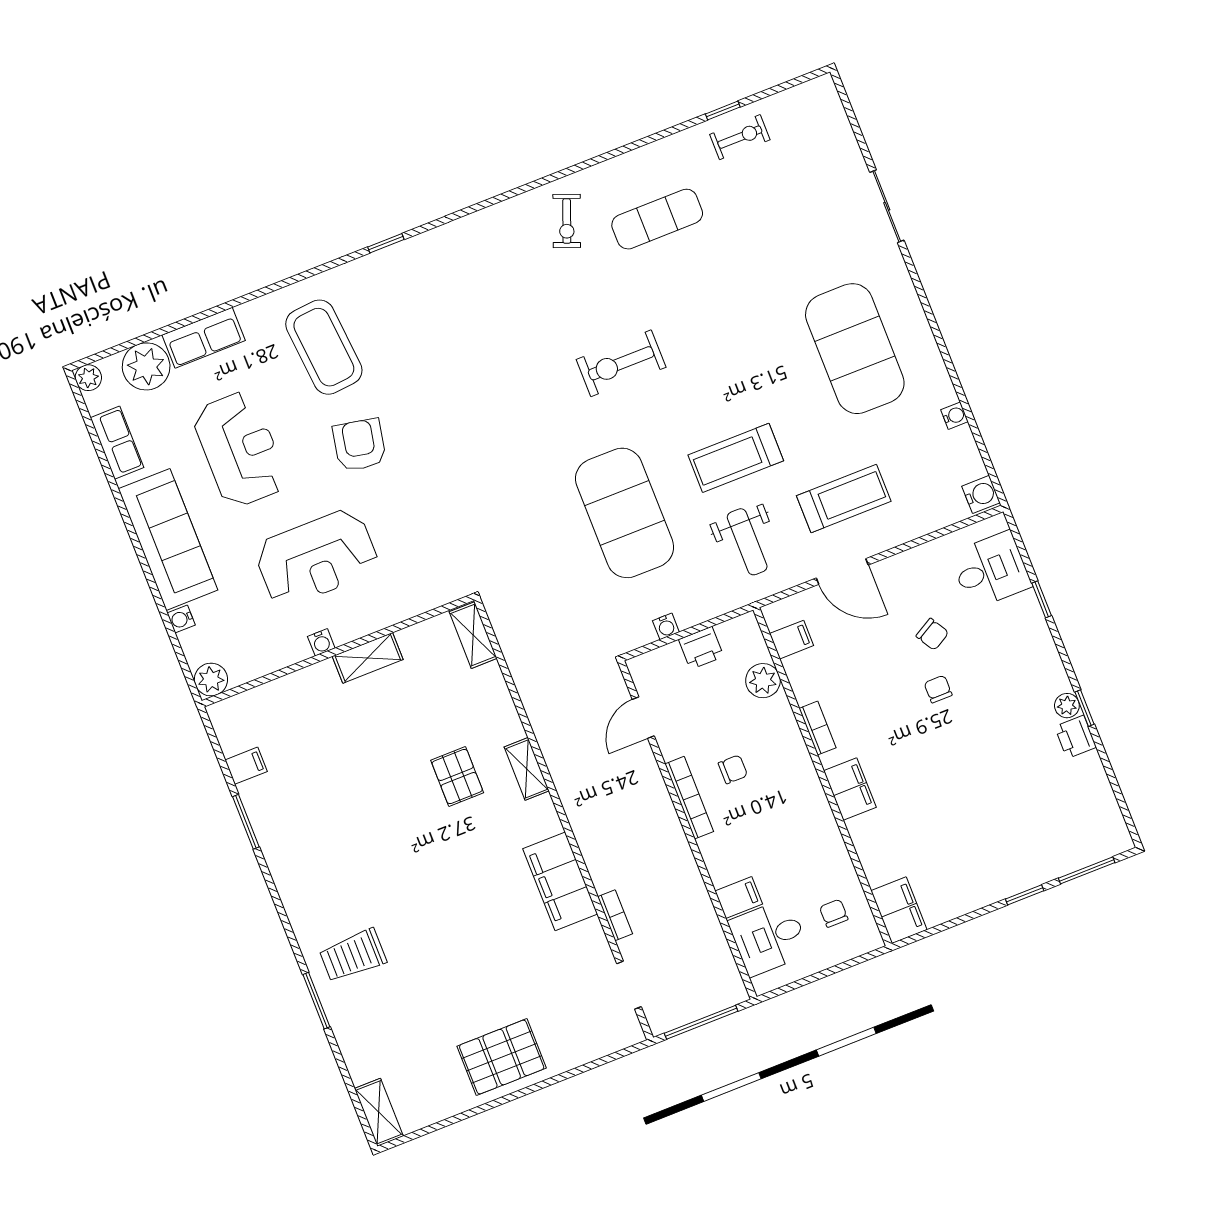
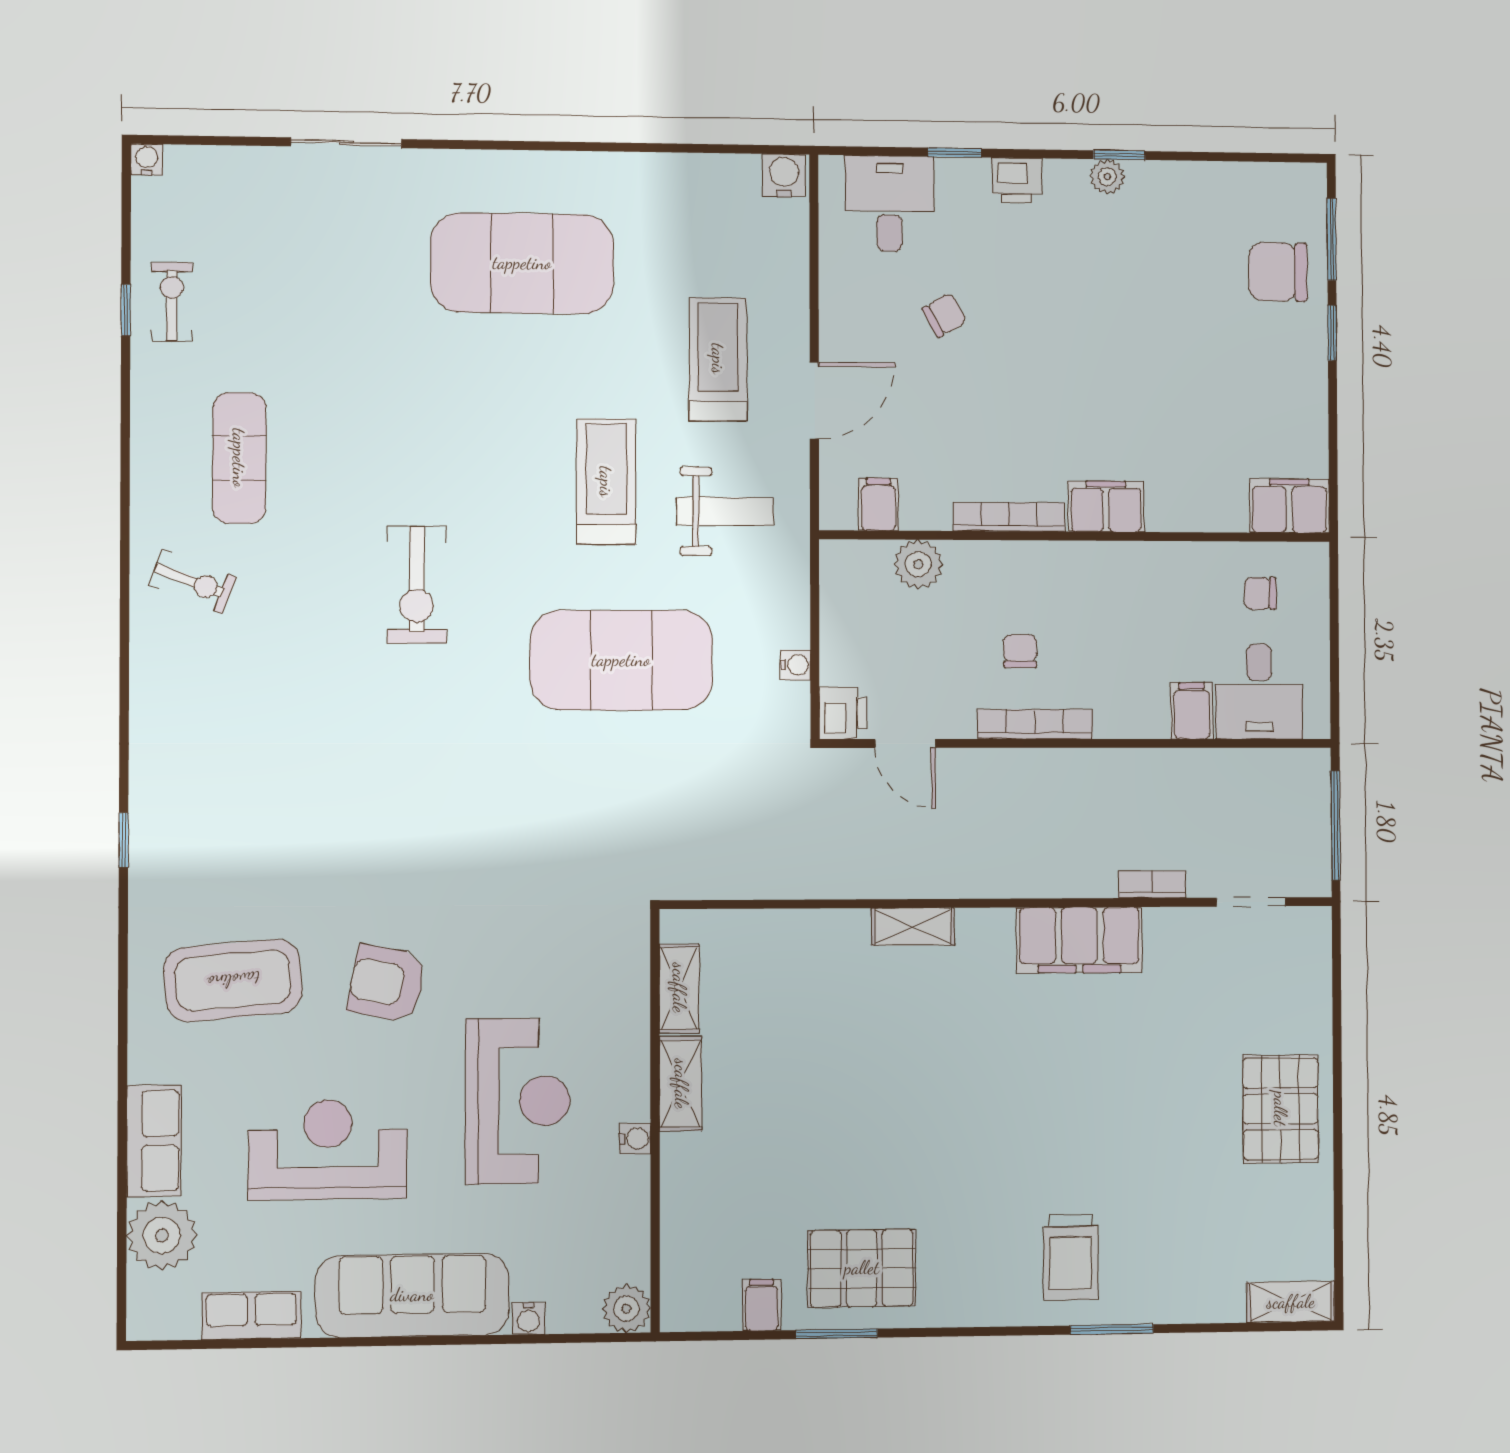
plant: (88, 378) -> (146, 1321), removed
water cooler: (954, 416) -> (147, 160), moved
treadmill: (736, 458) -> (606, 482), turned 180
shelving: (473, 635) -> (679, 988), moved, turned 90
printer: (701, 648) -> (843, 713), moved
chair: (938, 689) -> (1278, 272), moved, width x1.87, depth x1.87
bookcase: (818, 728) -> (1009, 517), width x1.56
printer: (1075, 737) -> (1017, 180), moved
pallet: (457, 777) -> (862, 1268), moved, width x1.50, depth x1.42

